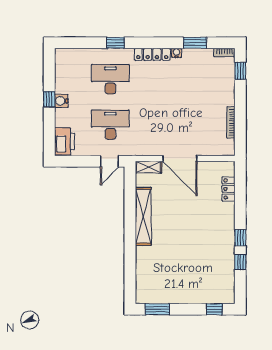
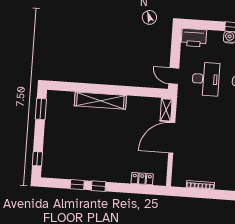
shelving: (143, 216) -> (100, 101), moved

